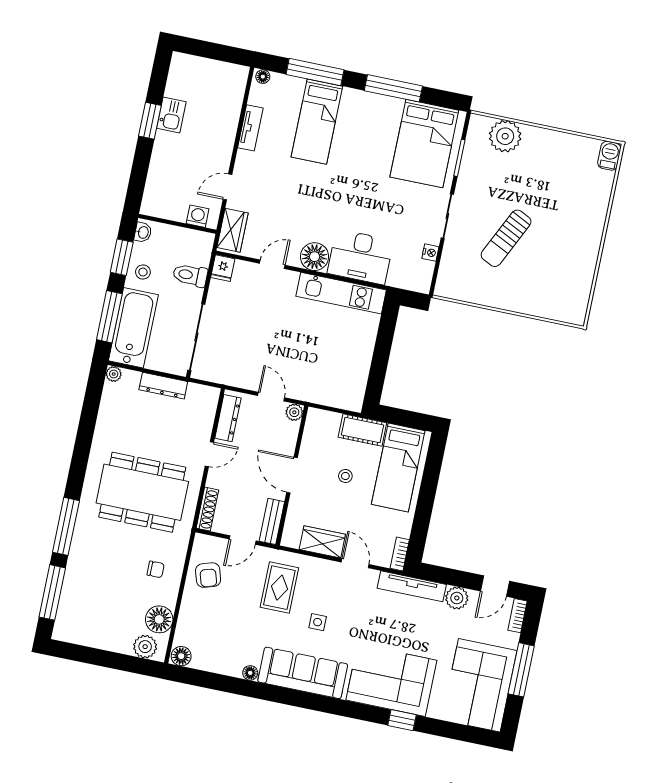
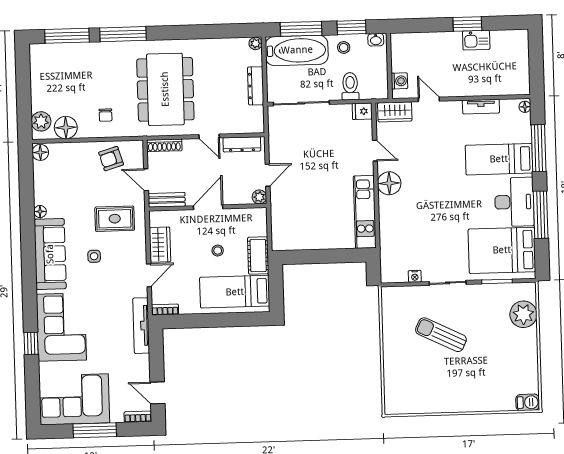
desk: (360, 257) -> (514, 202), moved, turned 180
plant: (457, 598) -> (140, 364), removed

